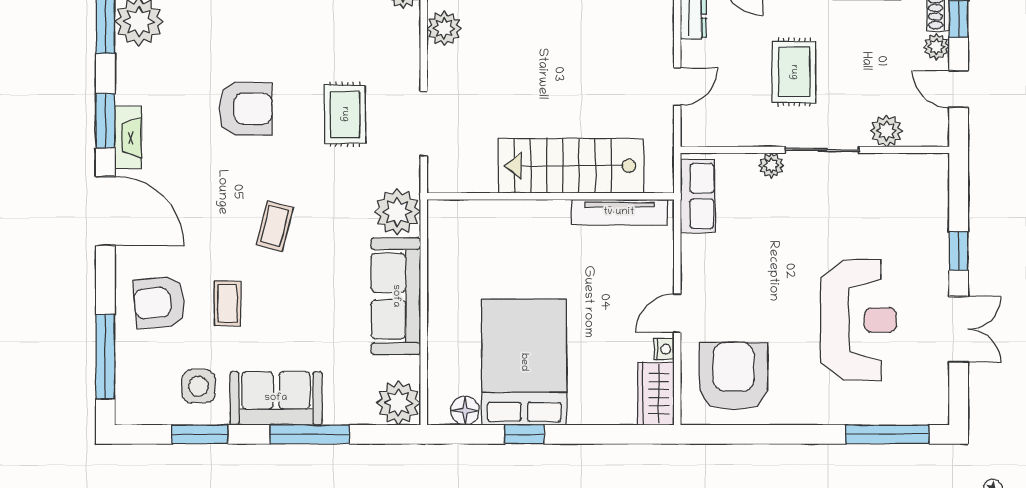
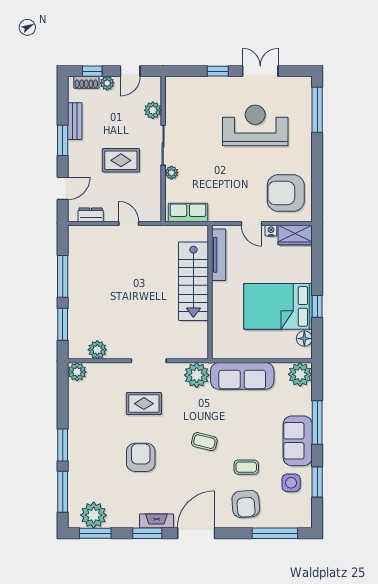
stairs: (571, 166) -> (193, 281), moved
wall: (551, 196) -> (210, 292), moved
tv unit: (619, 212) -> (219, 255), moved

